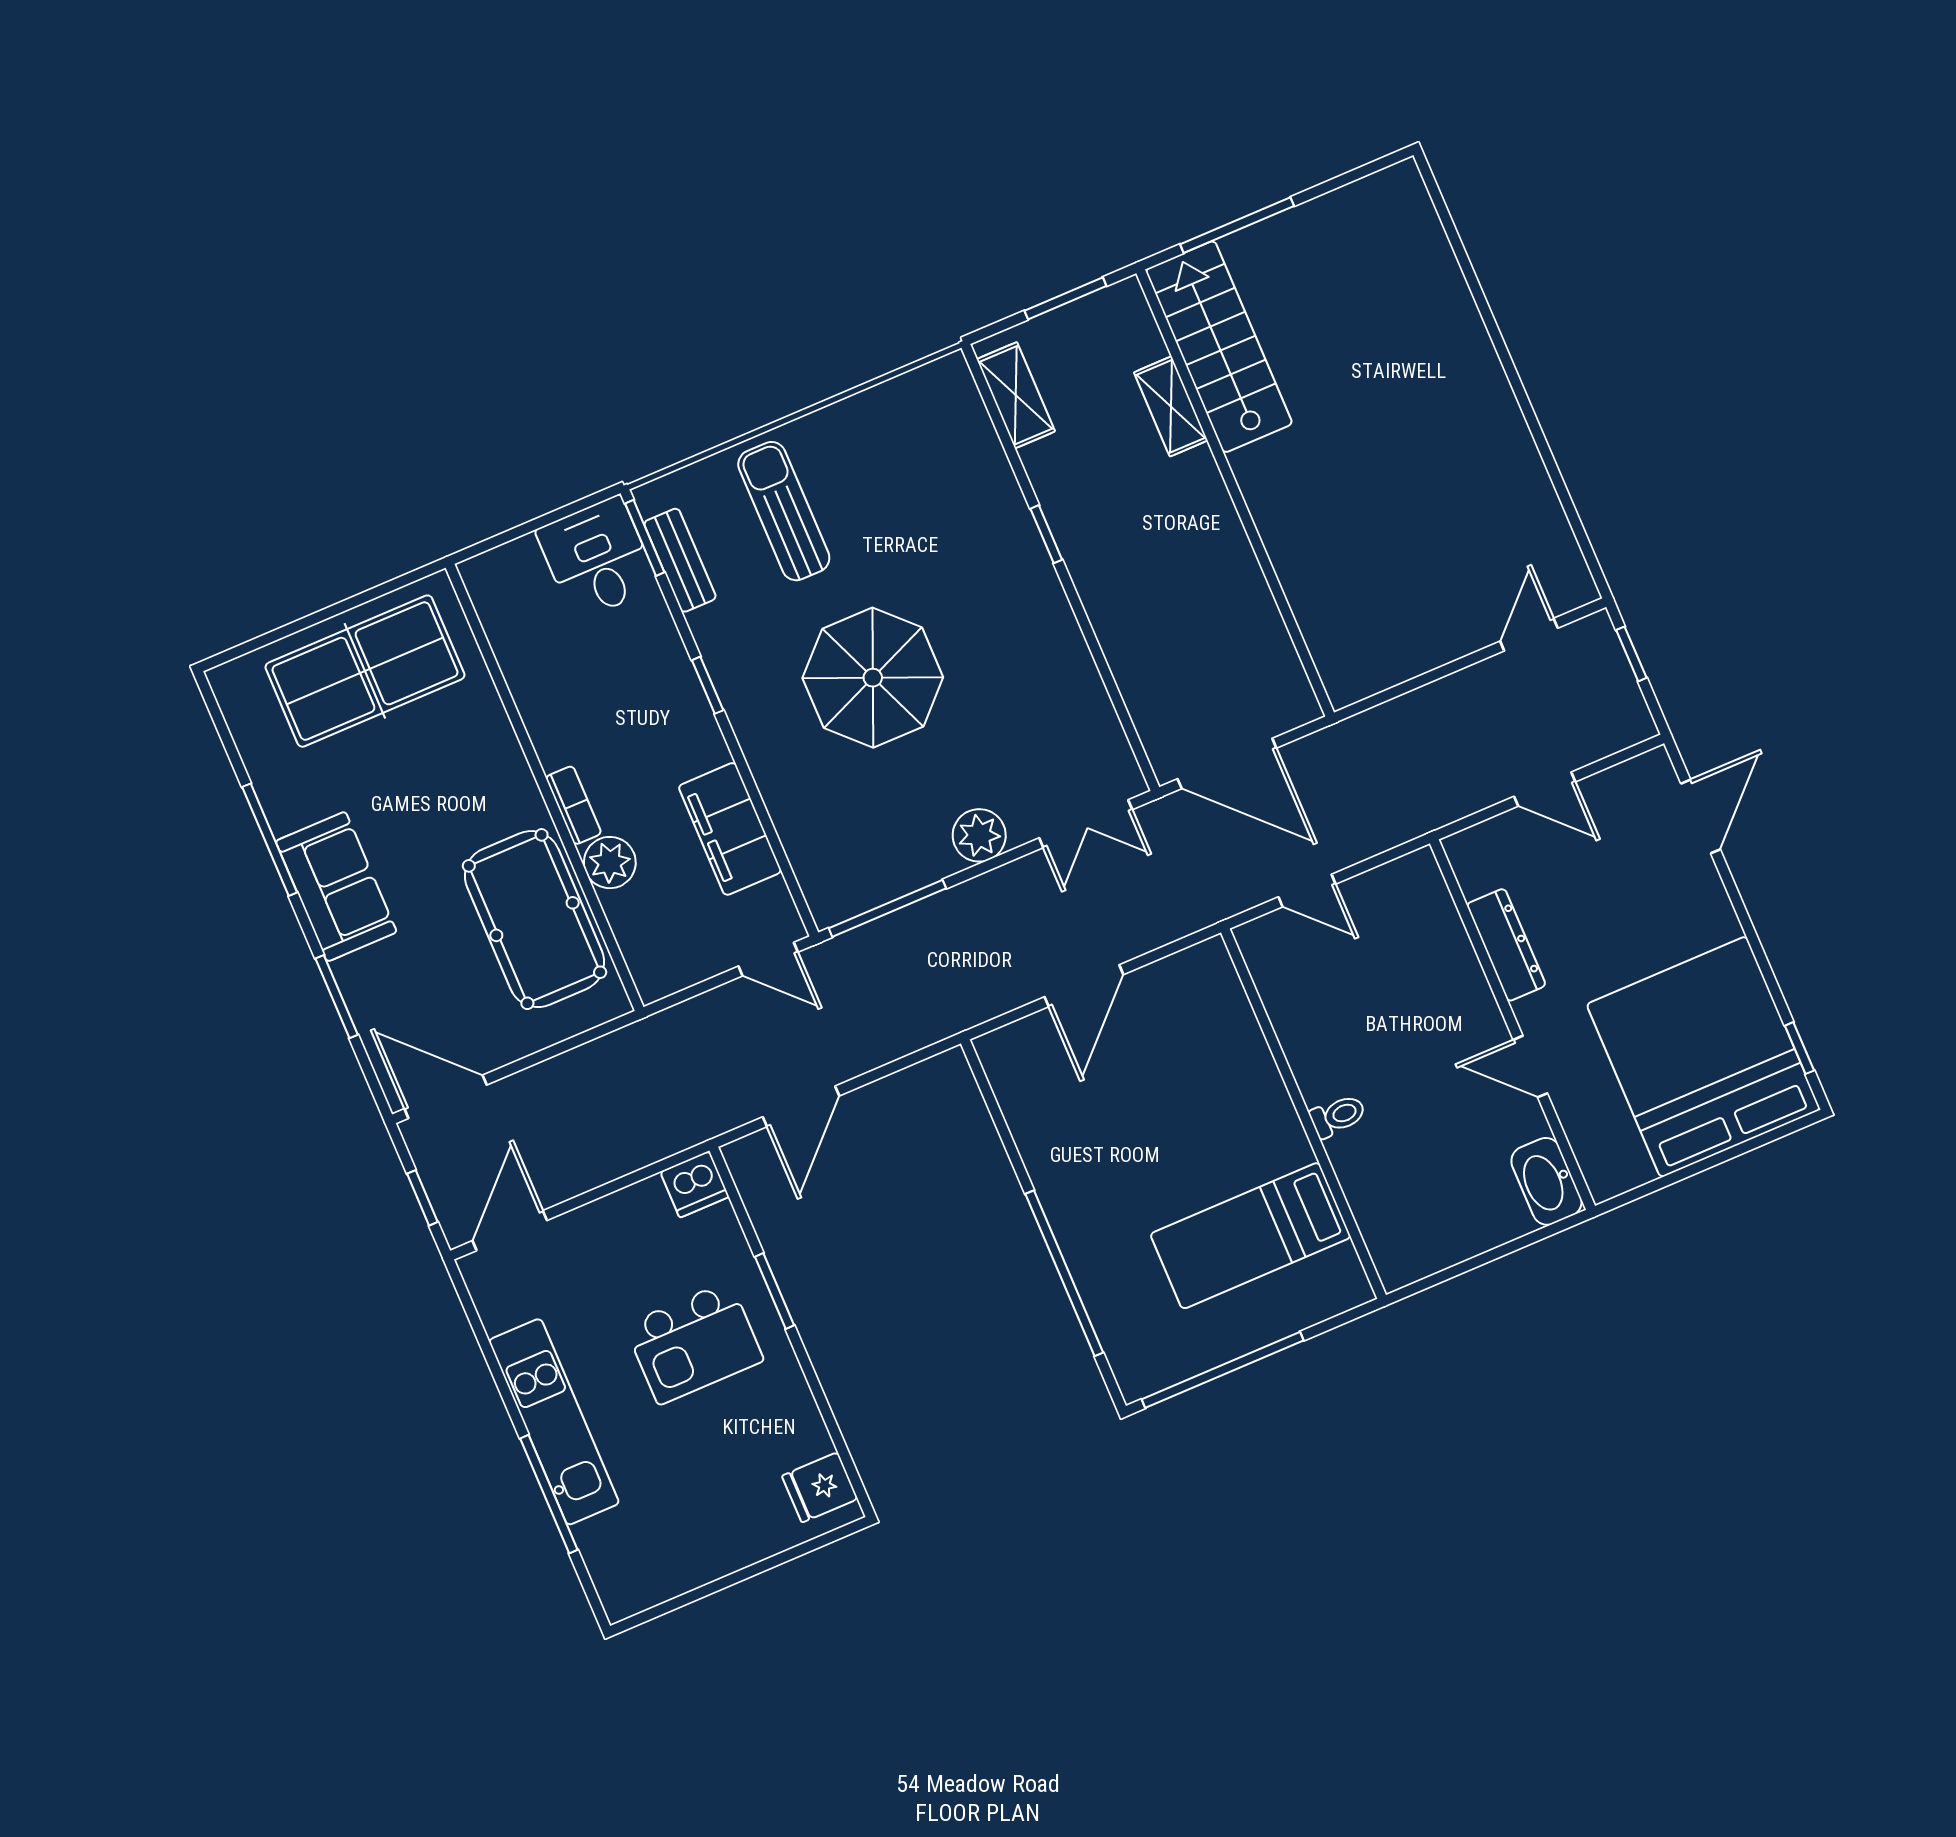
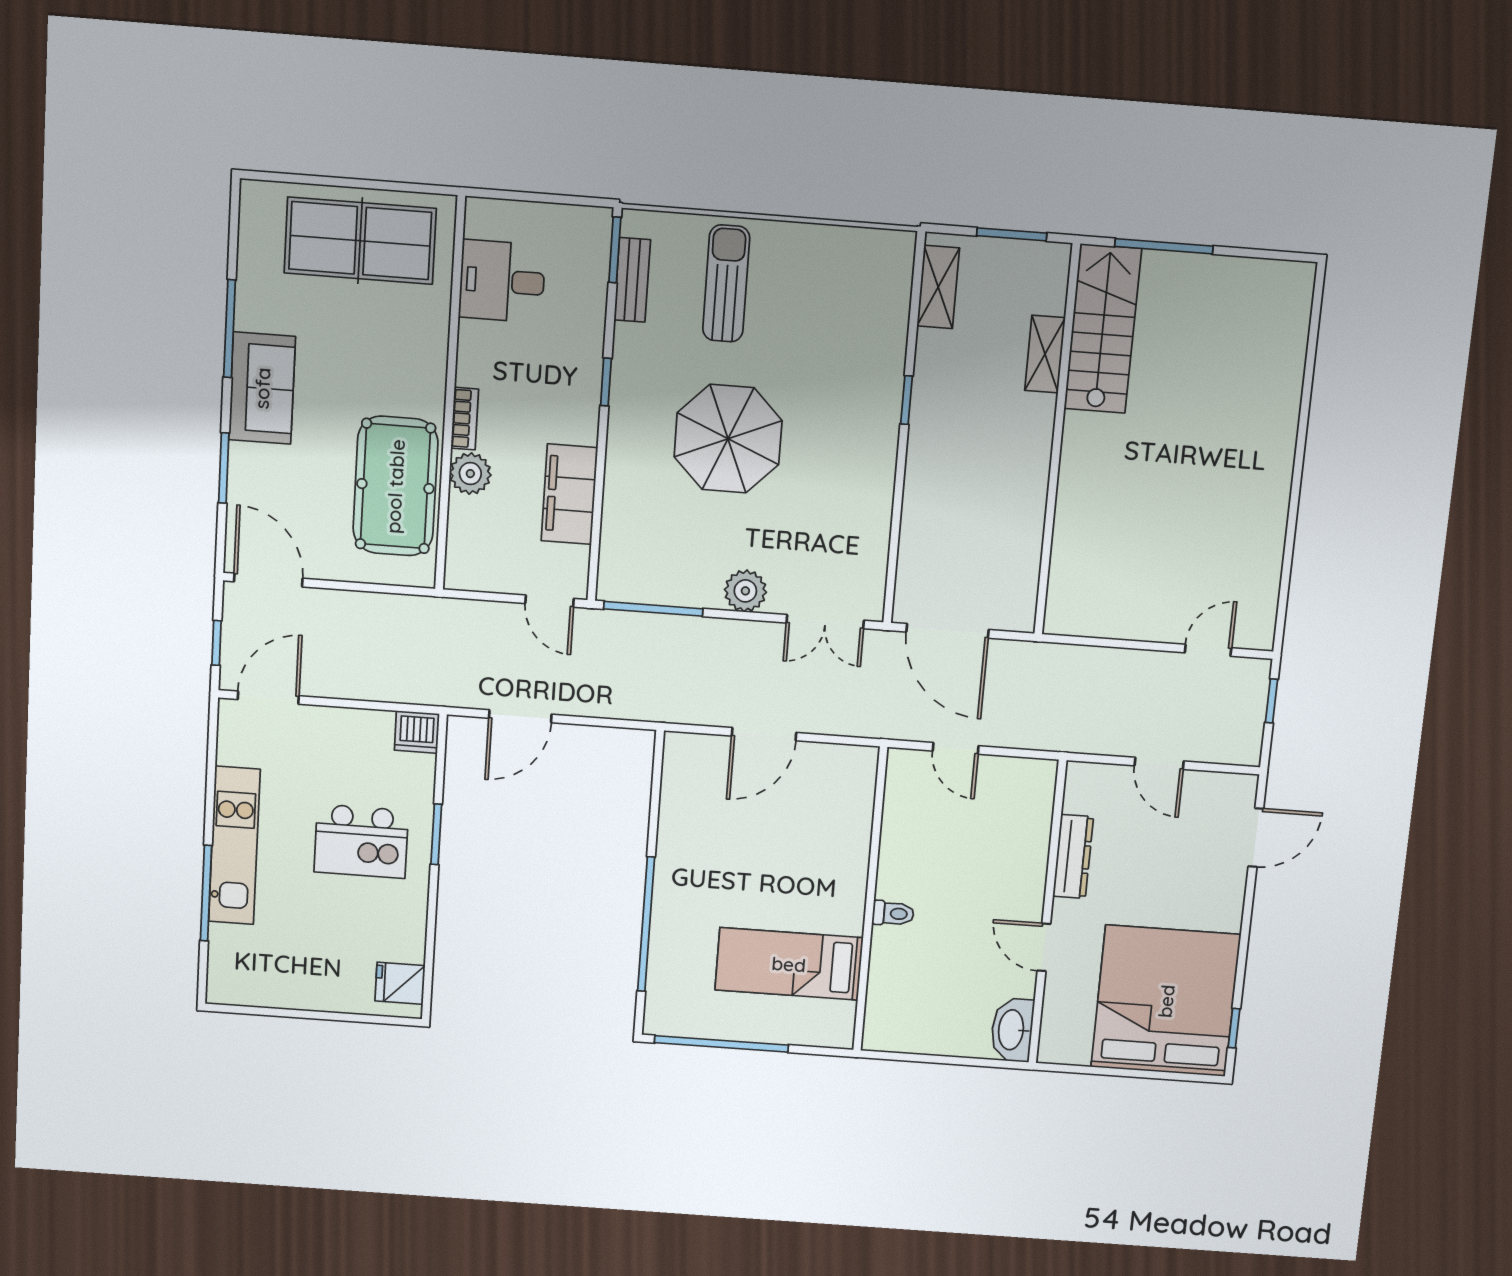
desk: (597, 558) -> (502, 281), moved, turned -90

